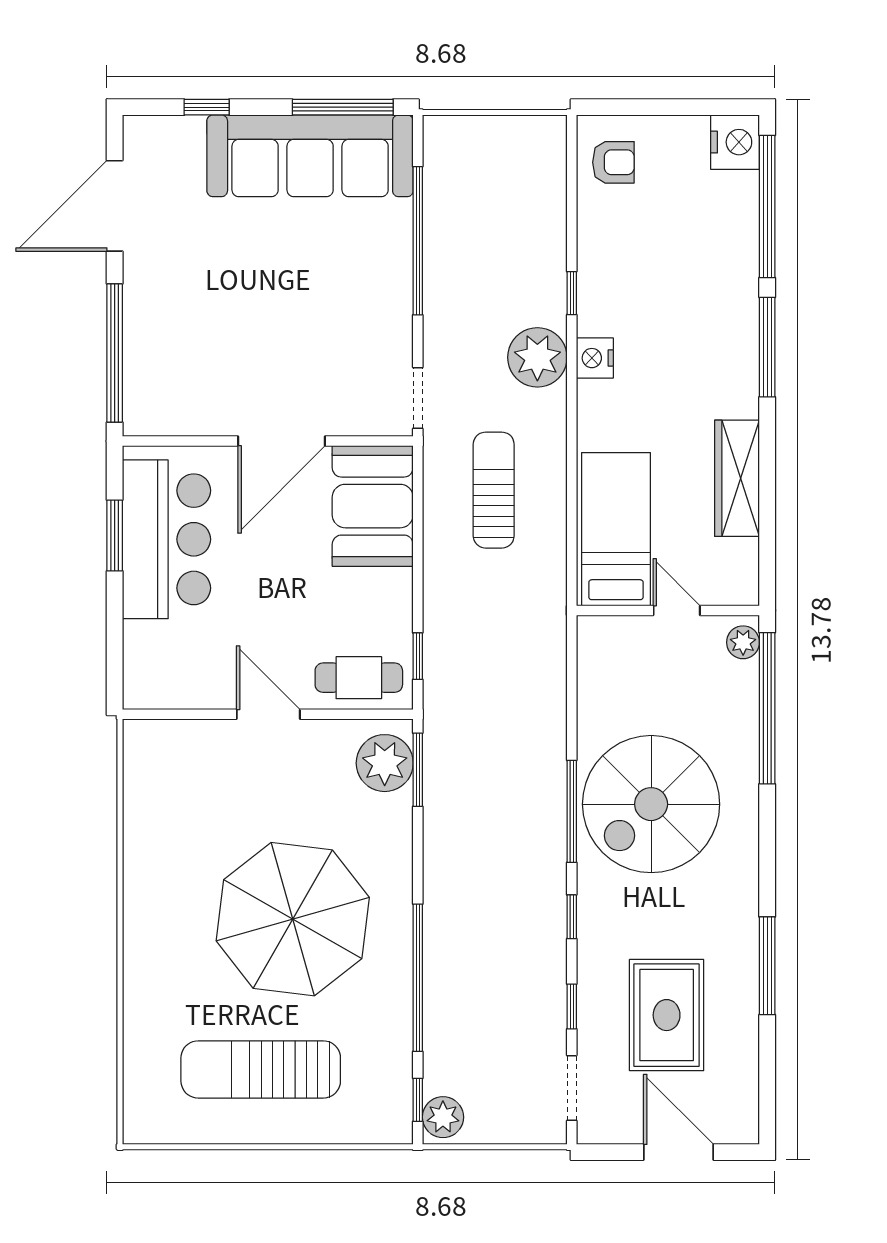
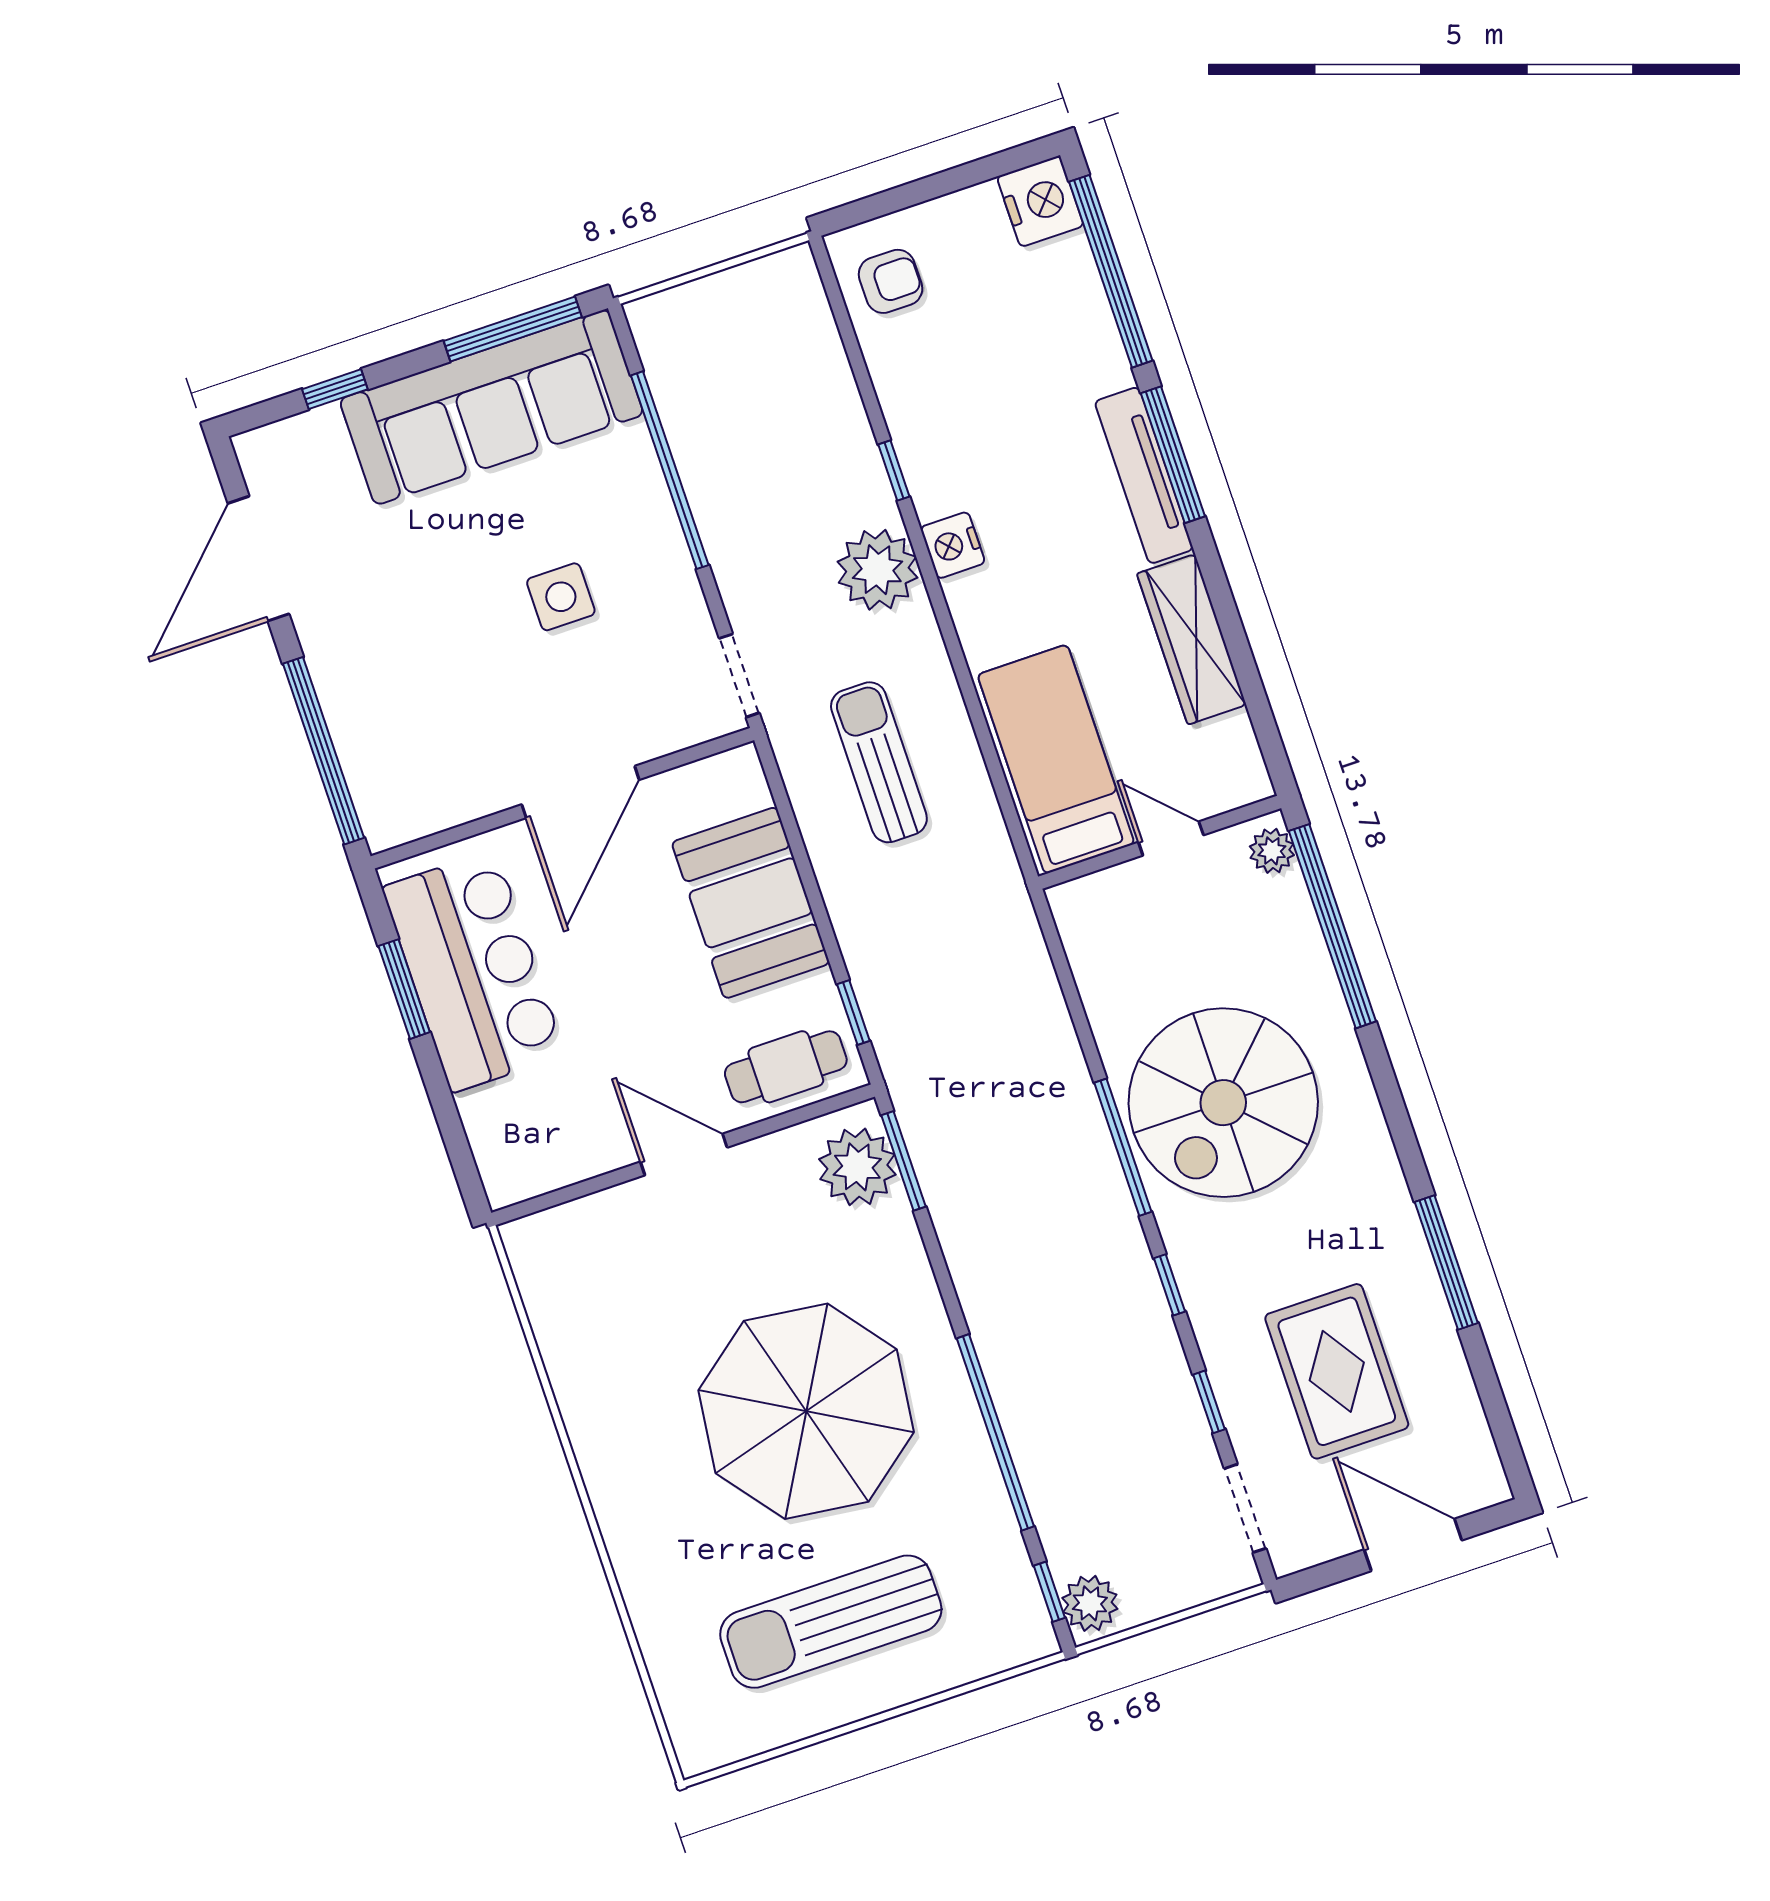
side table: (314, 302) -> (561, 597), added
tv unit: (743, 355) -> (1144, 475), added
booth: (373, 506) -> (751, 903), moved

